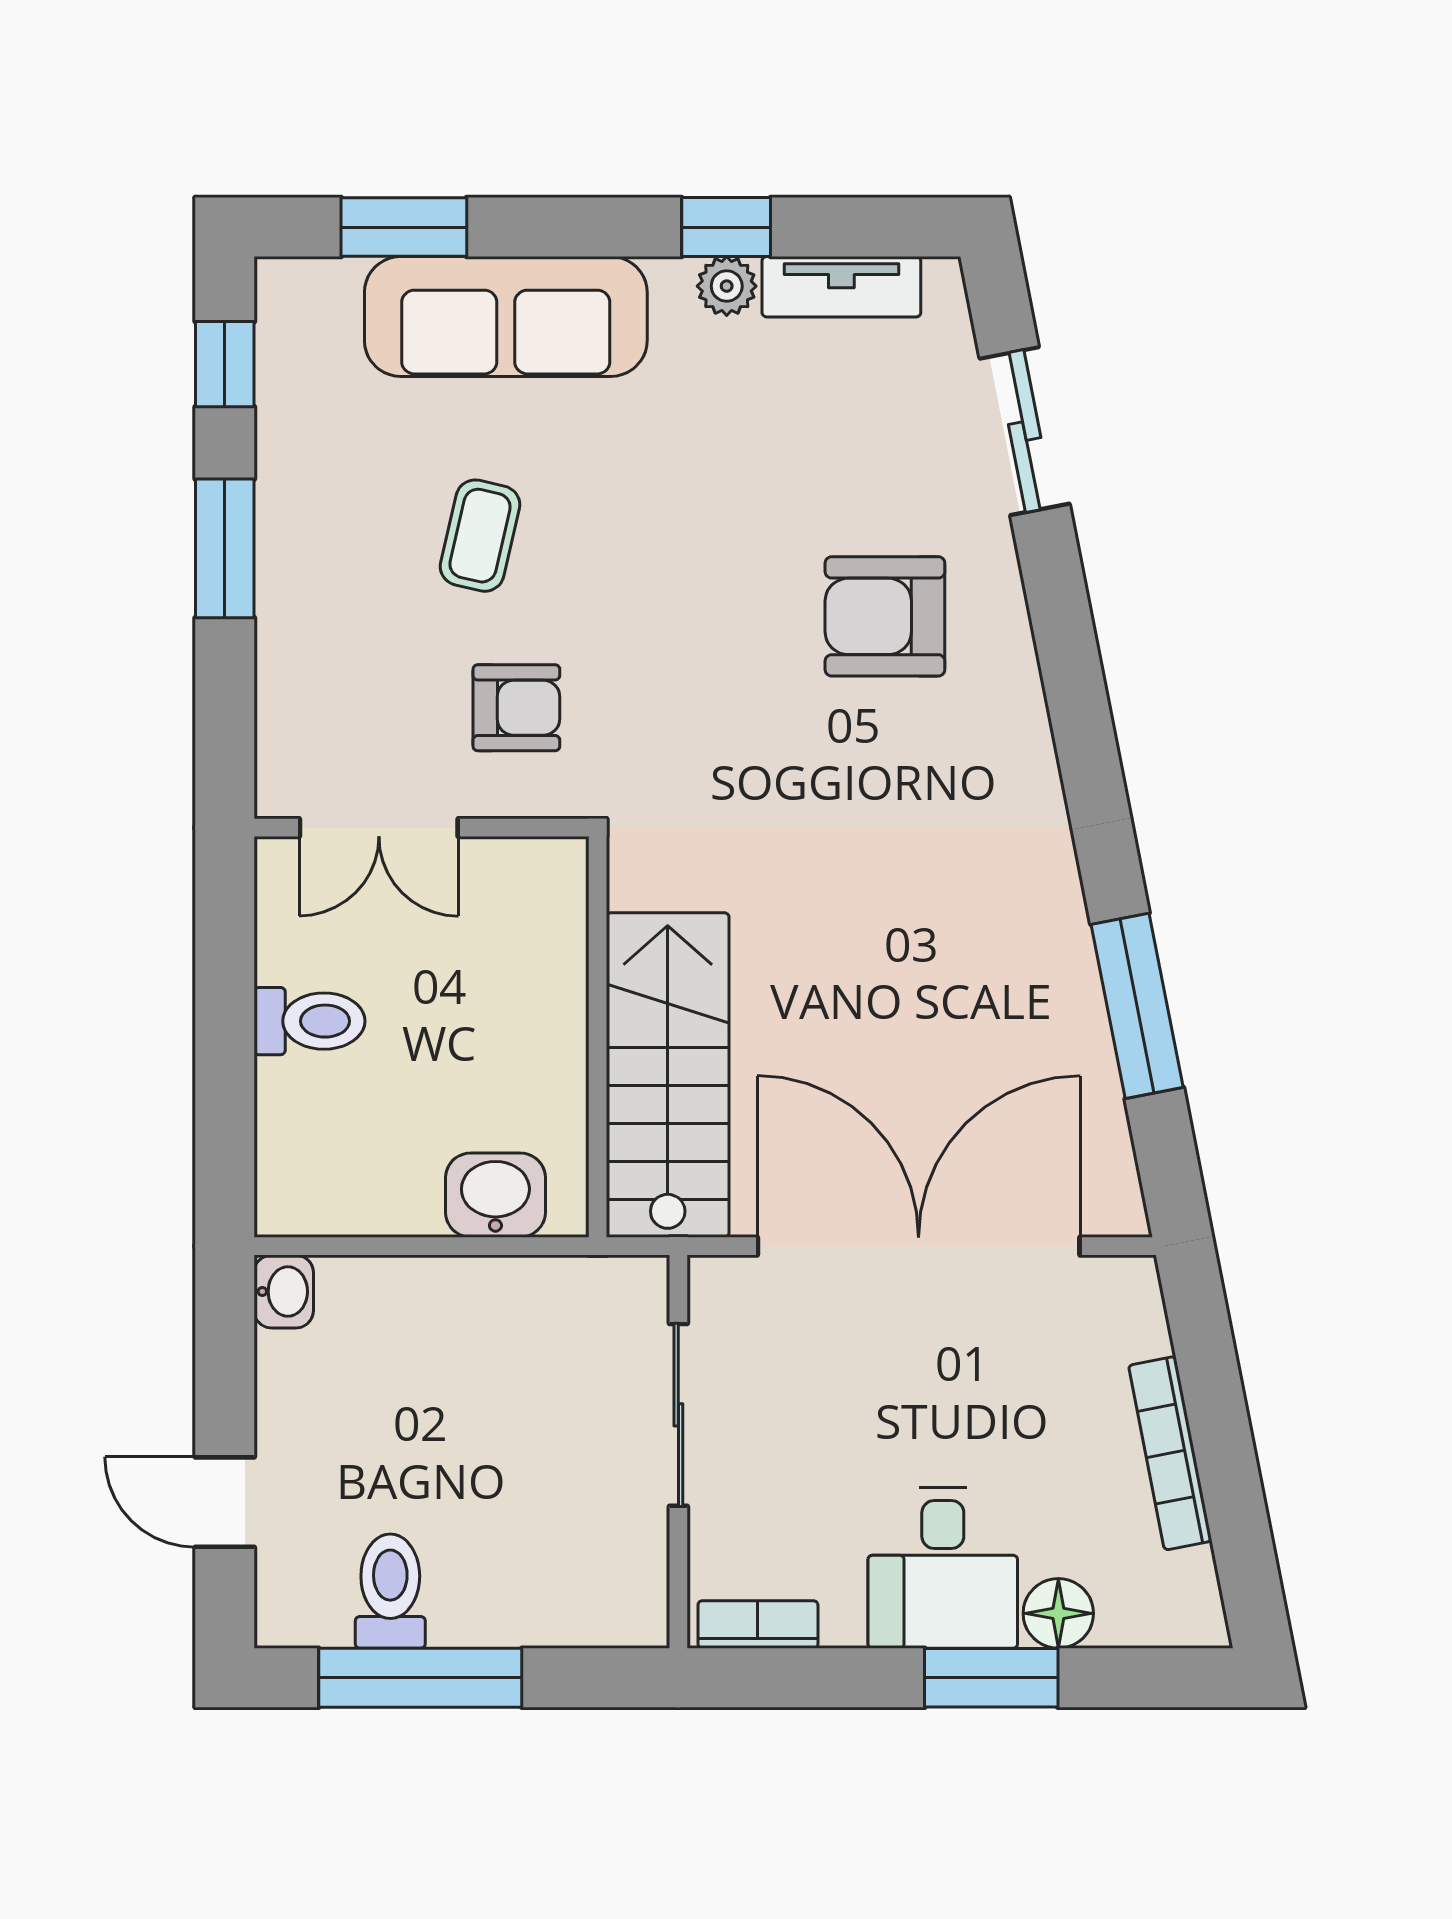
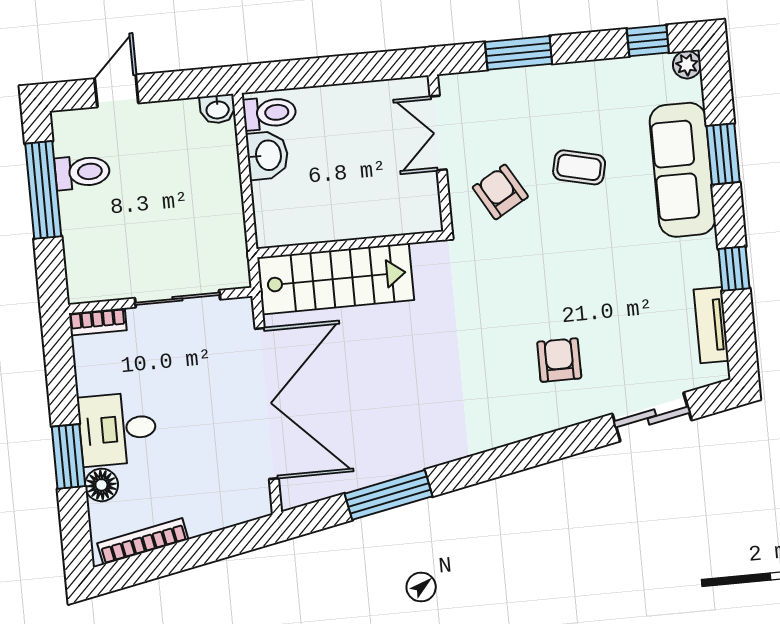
window: (404, 227) -> (723, 154), moved
plant: (727, 286) -> (687, 65), moved
window: (225, 548) -> (519, 53), moved
armchair: (885, 616) -> (559, 360), width x0.72, depth x0.72
armchair: (516, 708) -> (500, 192), turned 150
toilet: (310, 1021) -> (270, 113), moved, turned -90
washbasin: (495, 1195) -> (267, 155), moved
bookcase: (1170, 1453) -> (143, 541), moved
bookcase: (758, 1624) -> (98, 322), moved, turned 90

